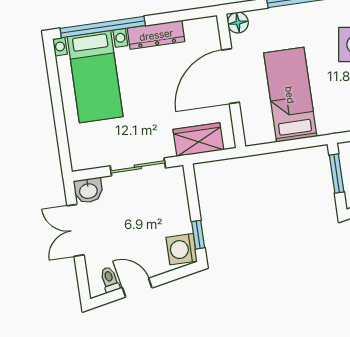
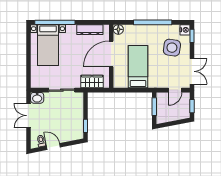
dresser: (156, 35) -> (90, 30), moved
washing machine: (182, 249) -> (77, 132), removed

